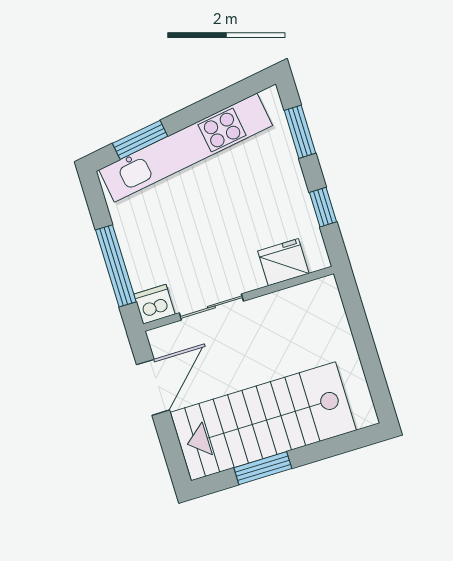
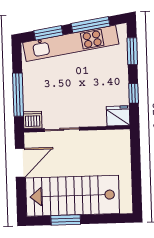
window: (212, 105) -> (90, 25), added
fridge: (283, 262) -> (118, 116), moved

